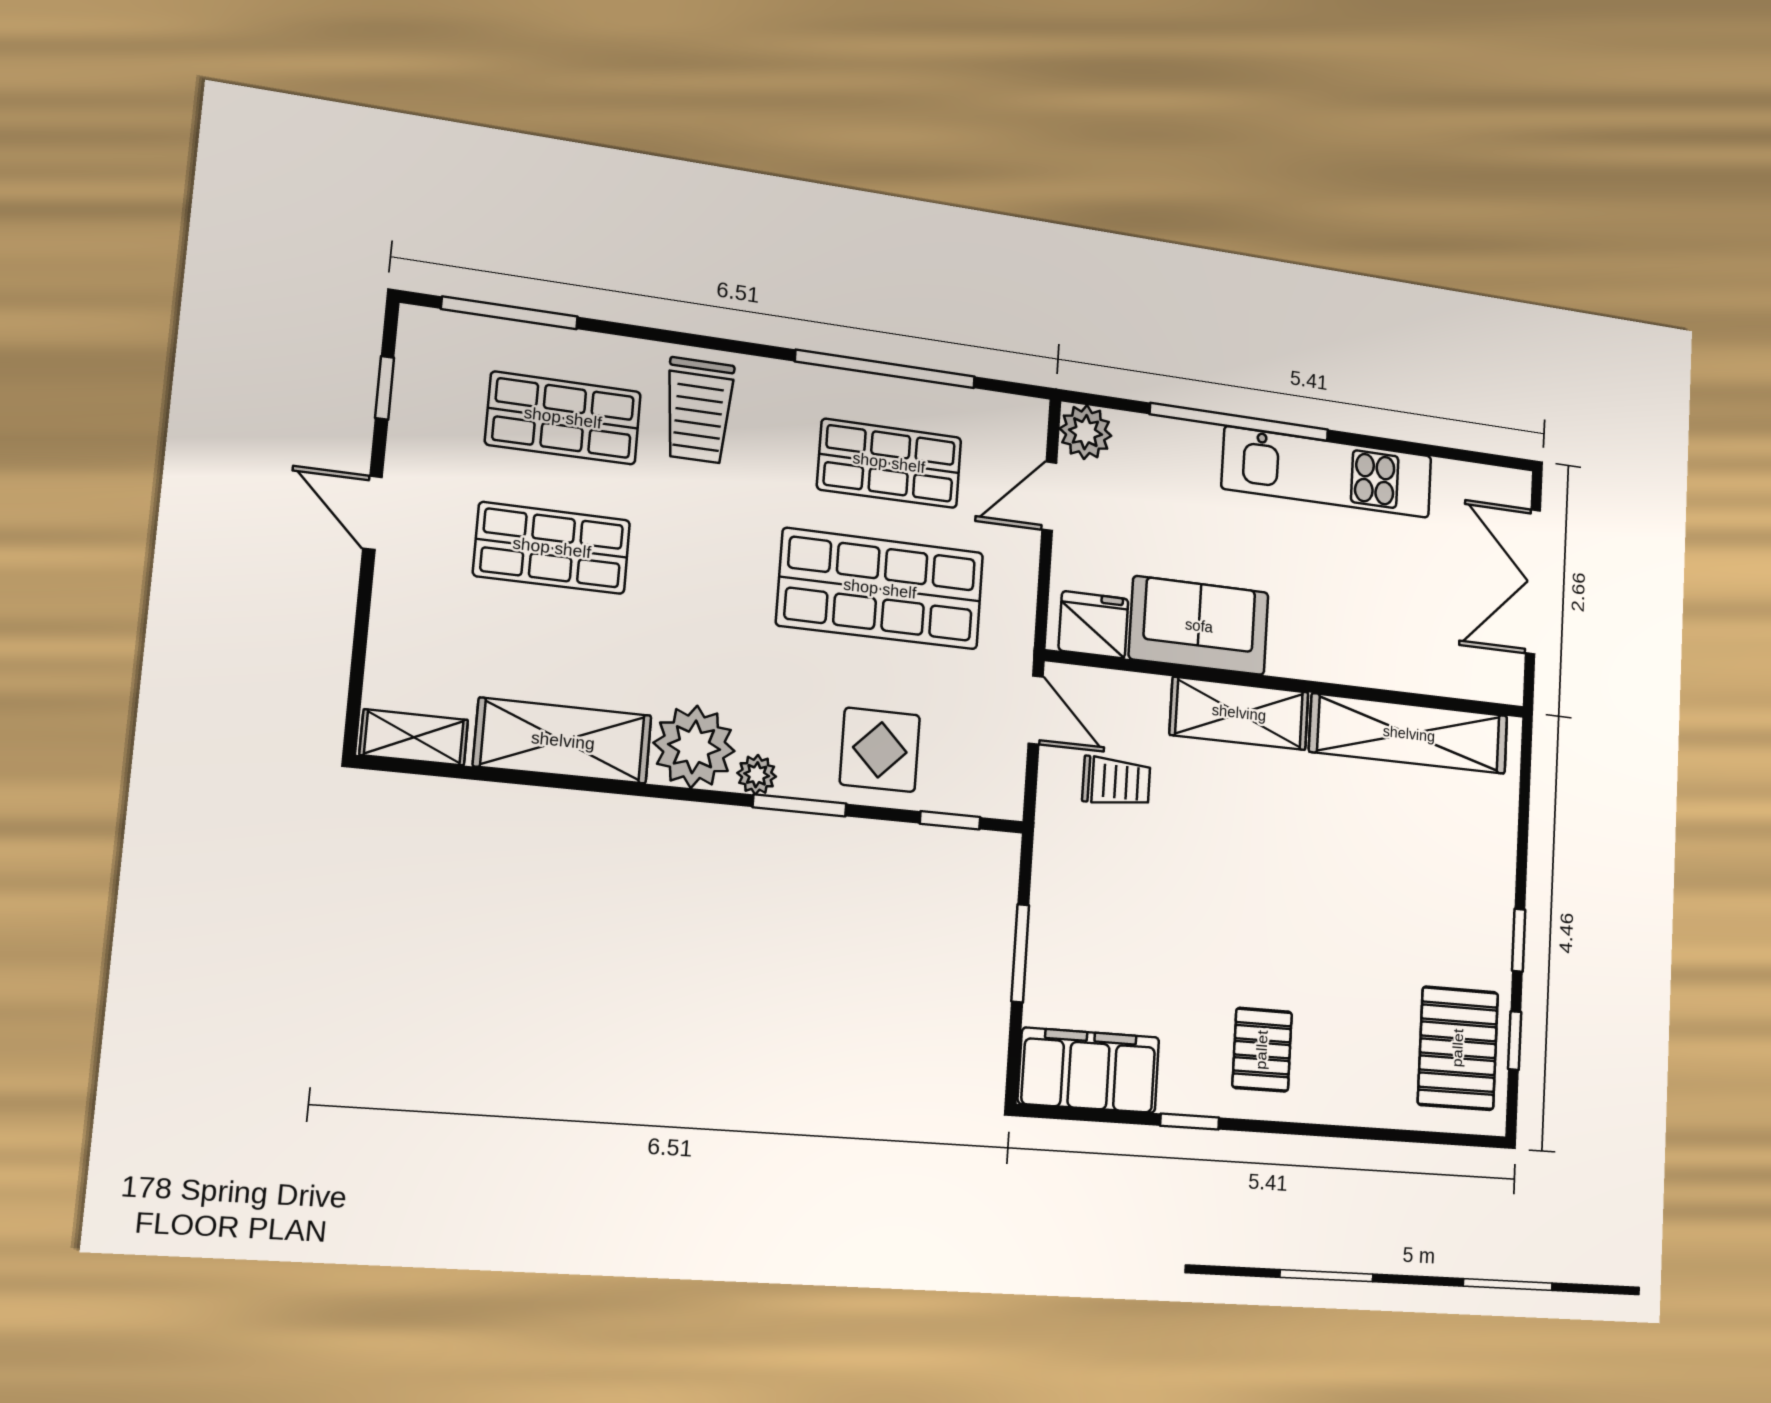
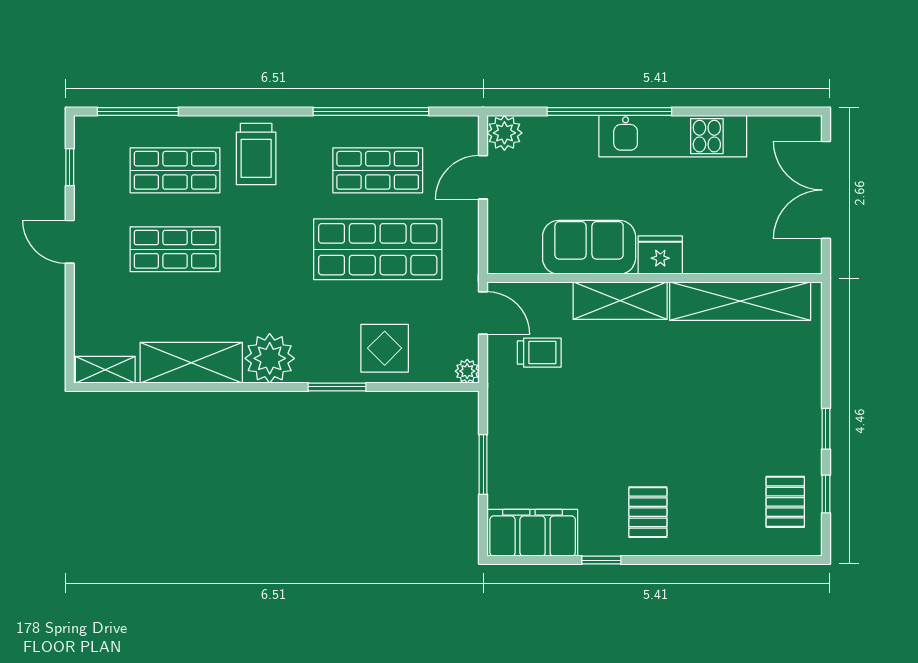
fridge: (1094, 625) -> (660, 255), moved
plant: (757, 775) -> (467, 371), moved
window: (950, 820) -> (432, 387), removed
pallet: (1458, 1048) -> (785, 502), width x0.67, depth x0.71

